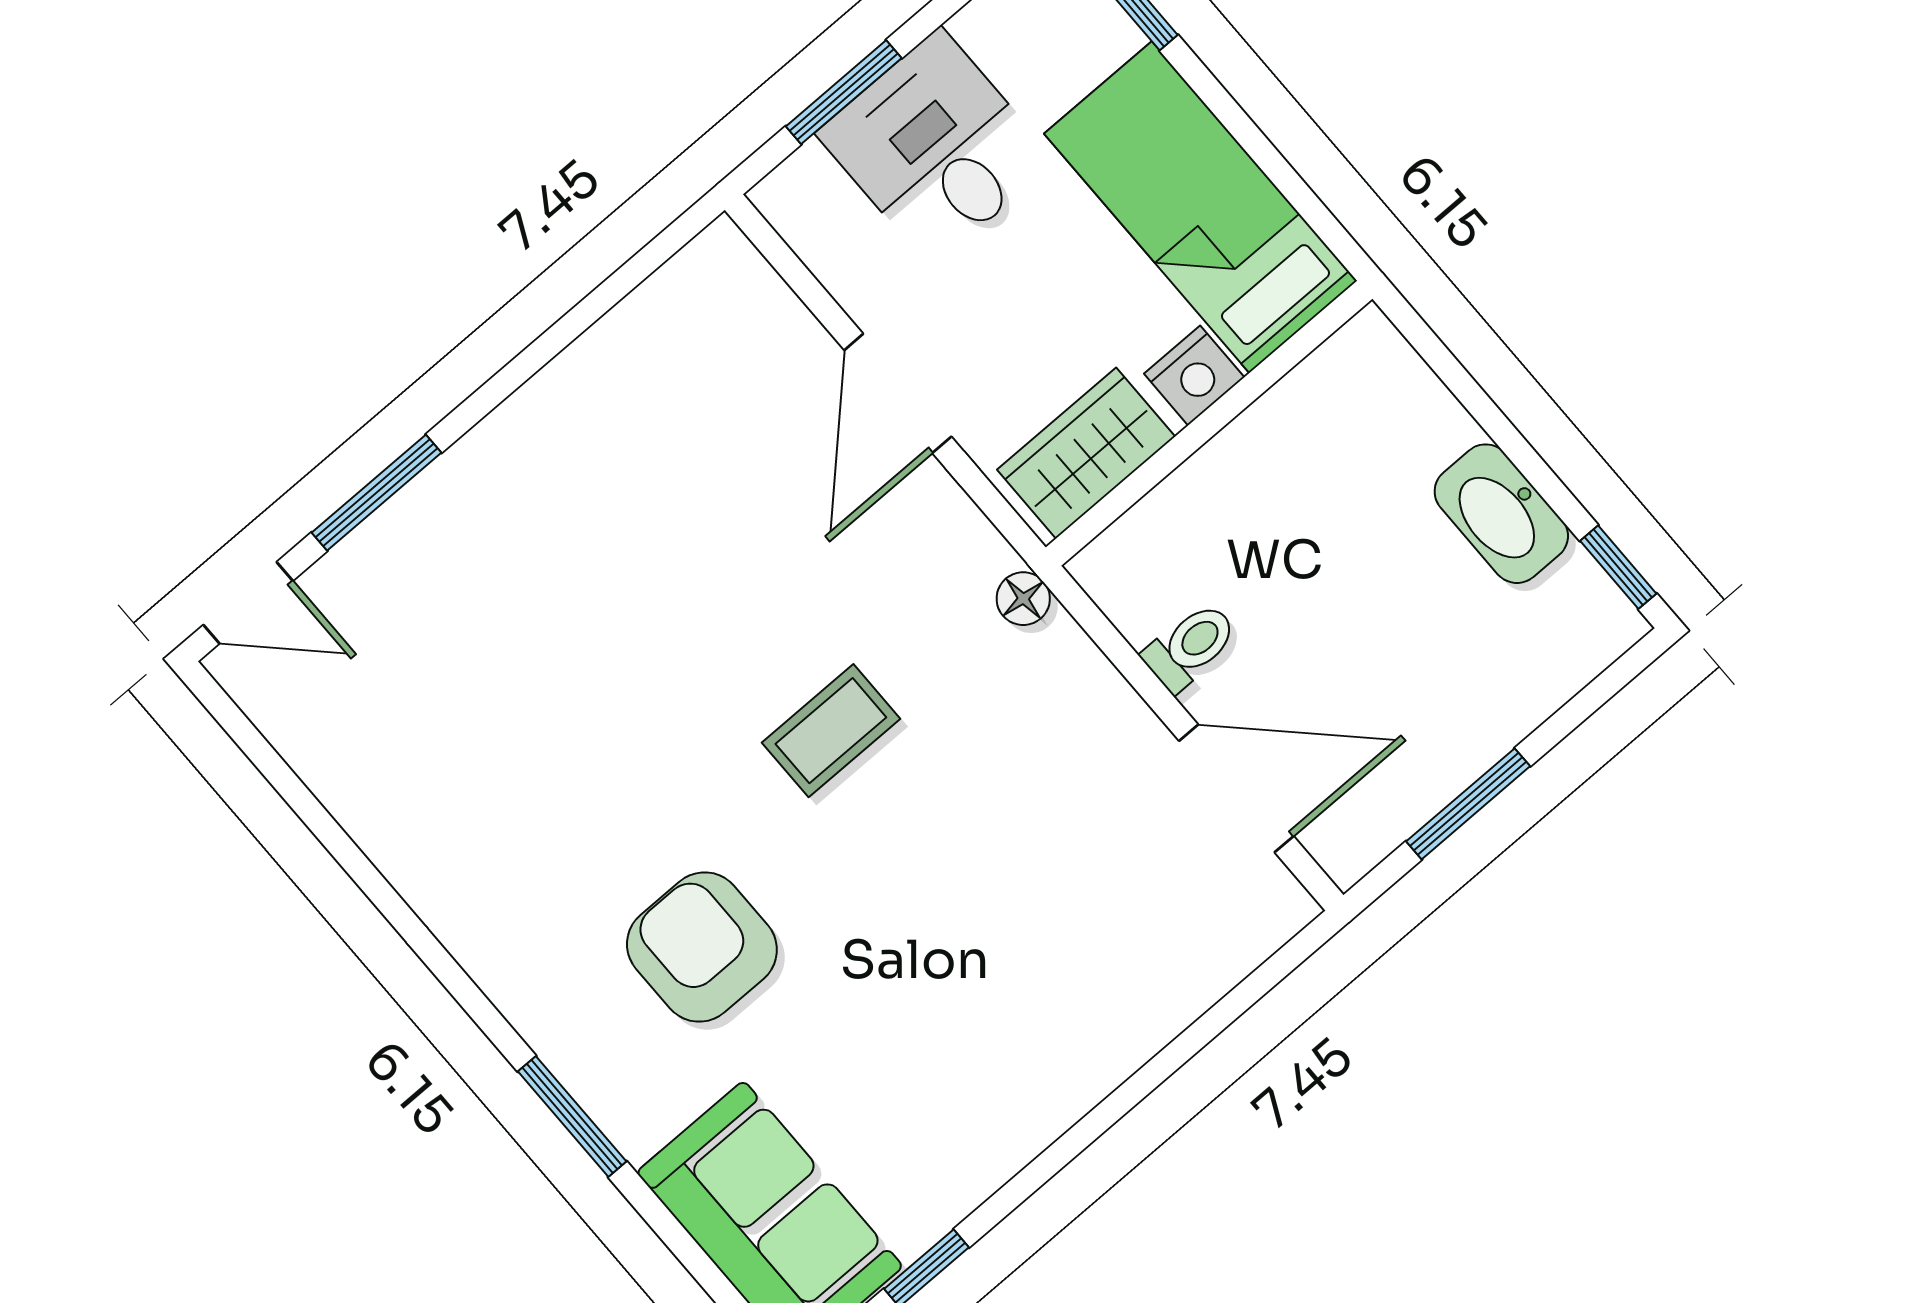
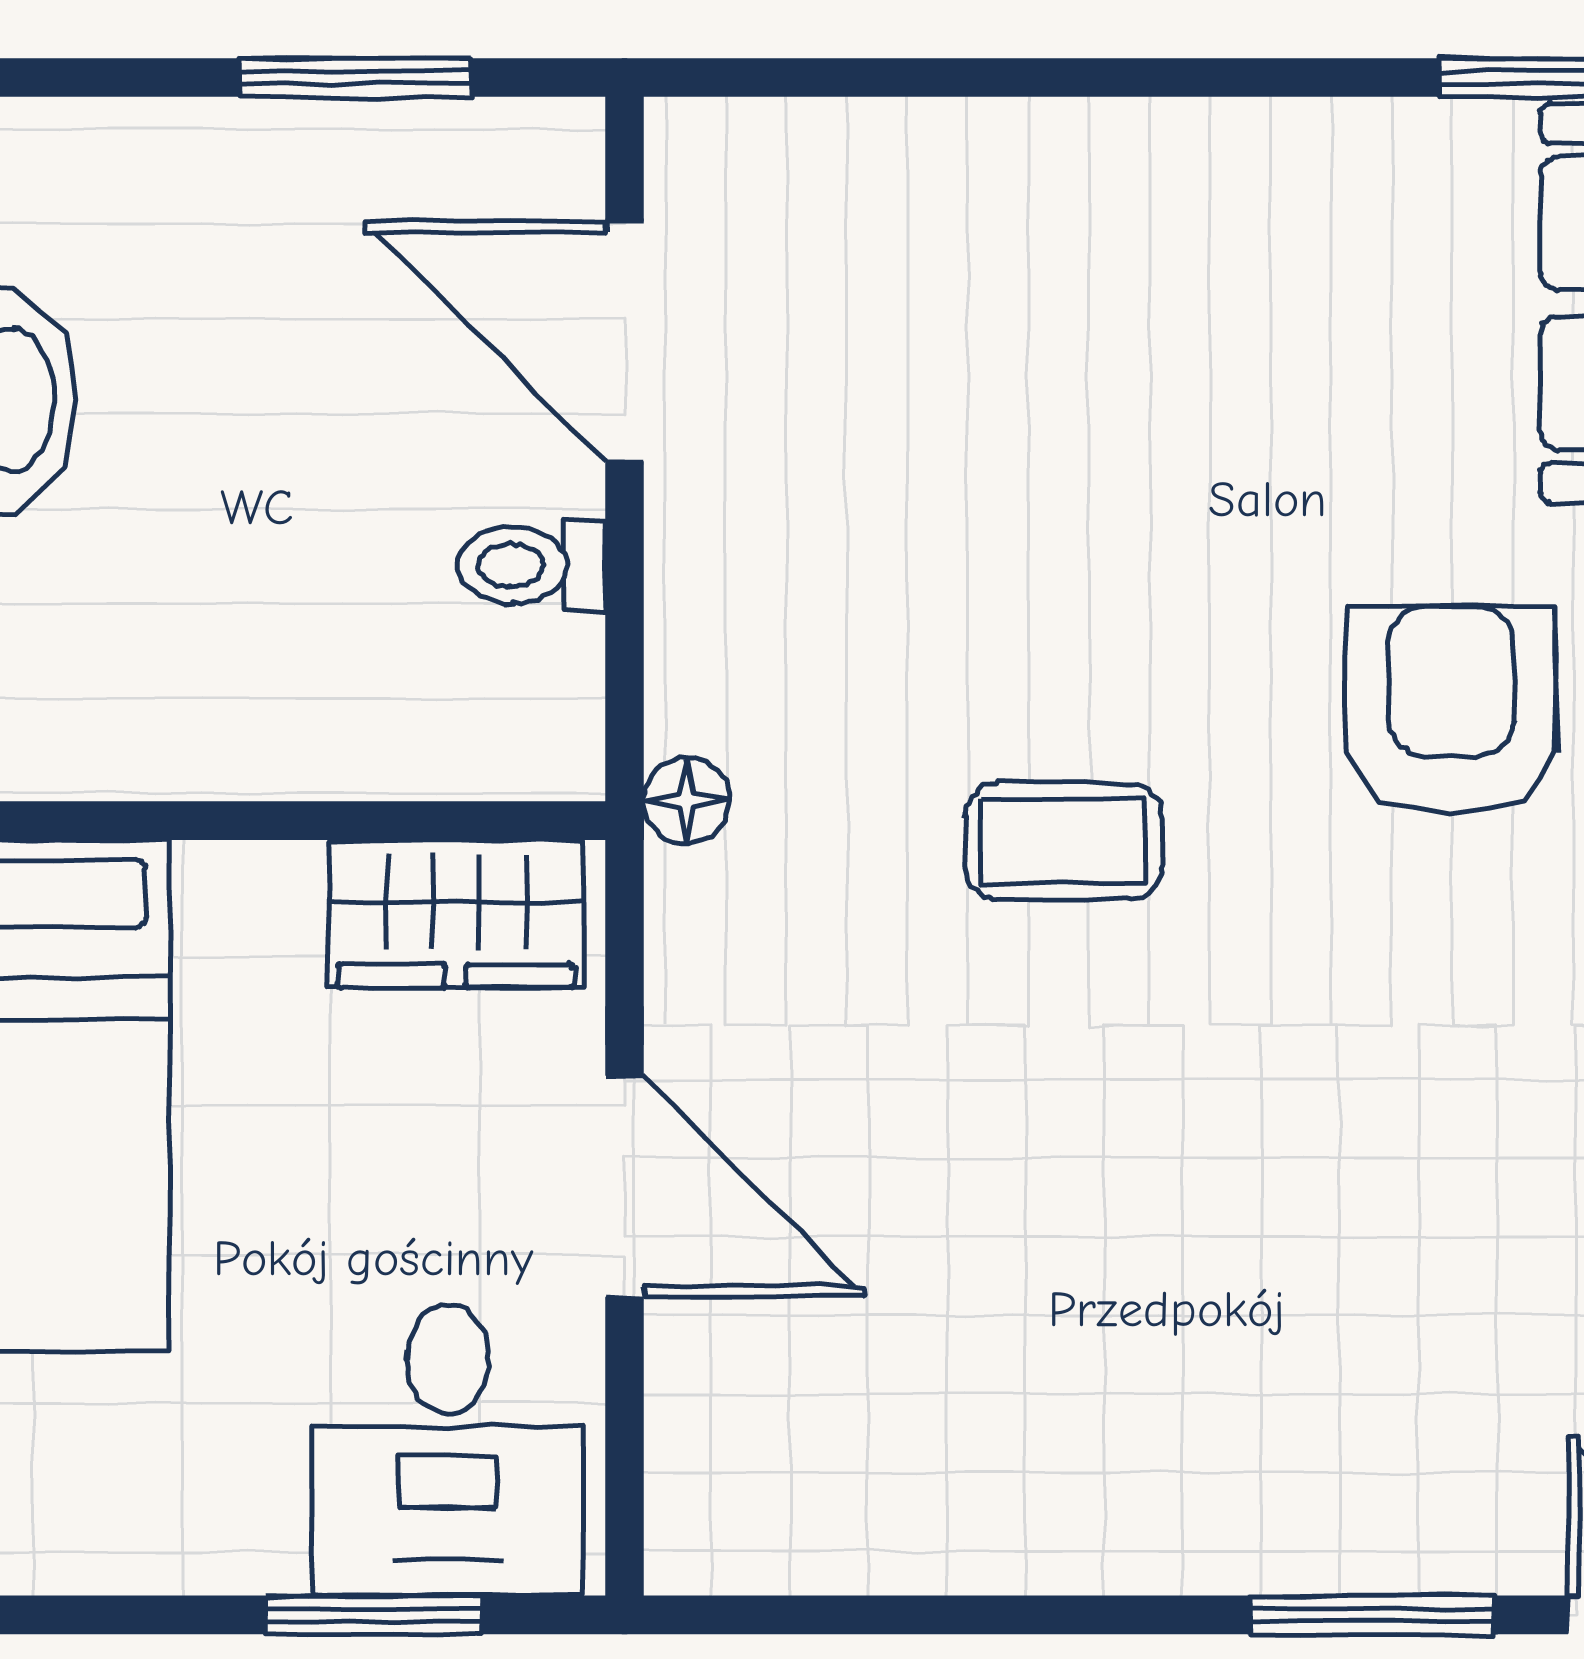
desk: (936, 147) -> (448, 1450), moved
nightstand: (1194, 375) -> (240, 895), removed
door: (898, 393) -> (624, 1186), hinge flipped
armchair: (702, 947) -> (1451, 711), turned 180

